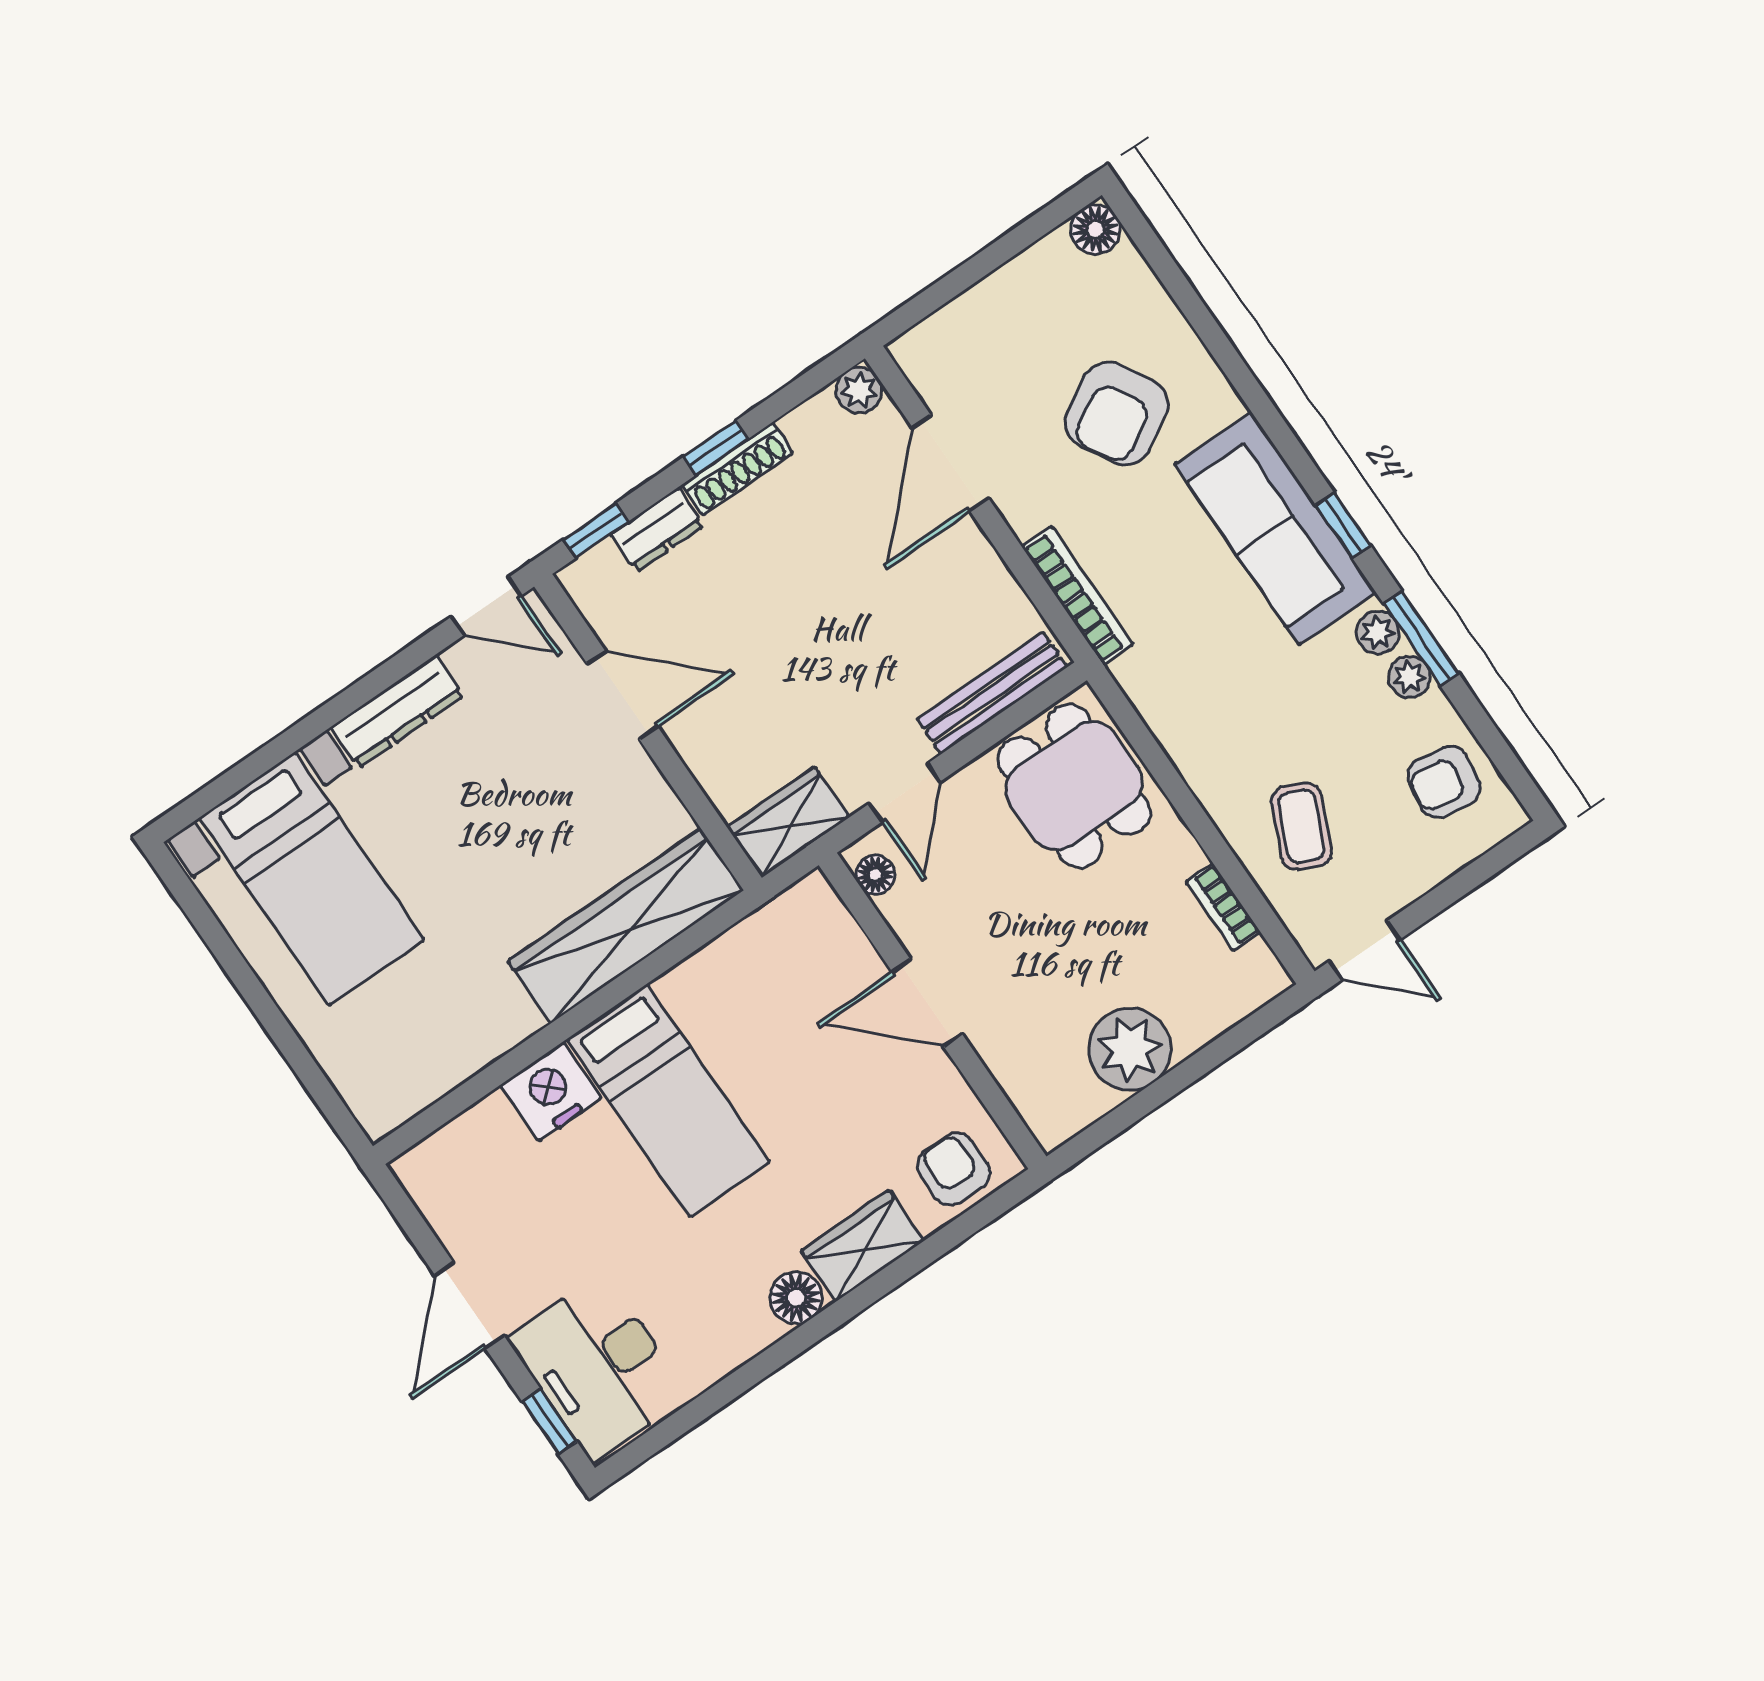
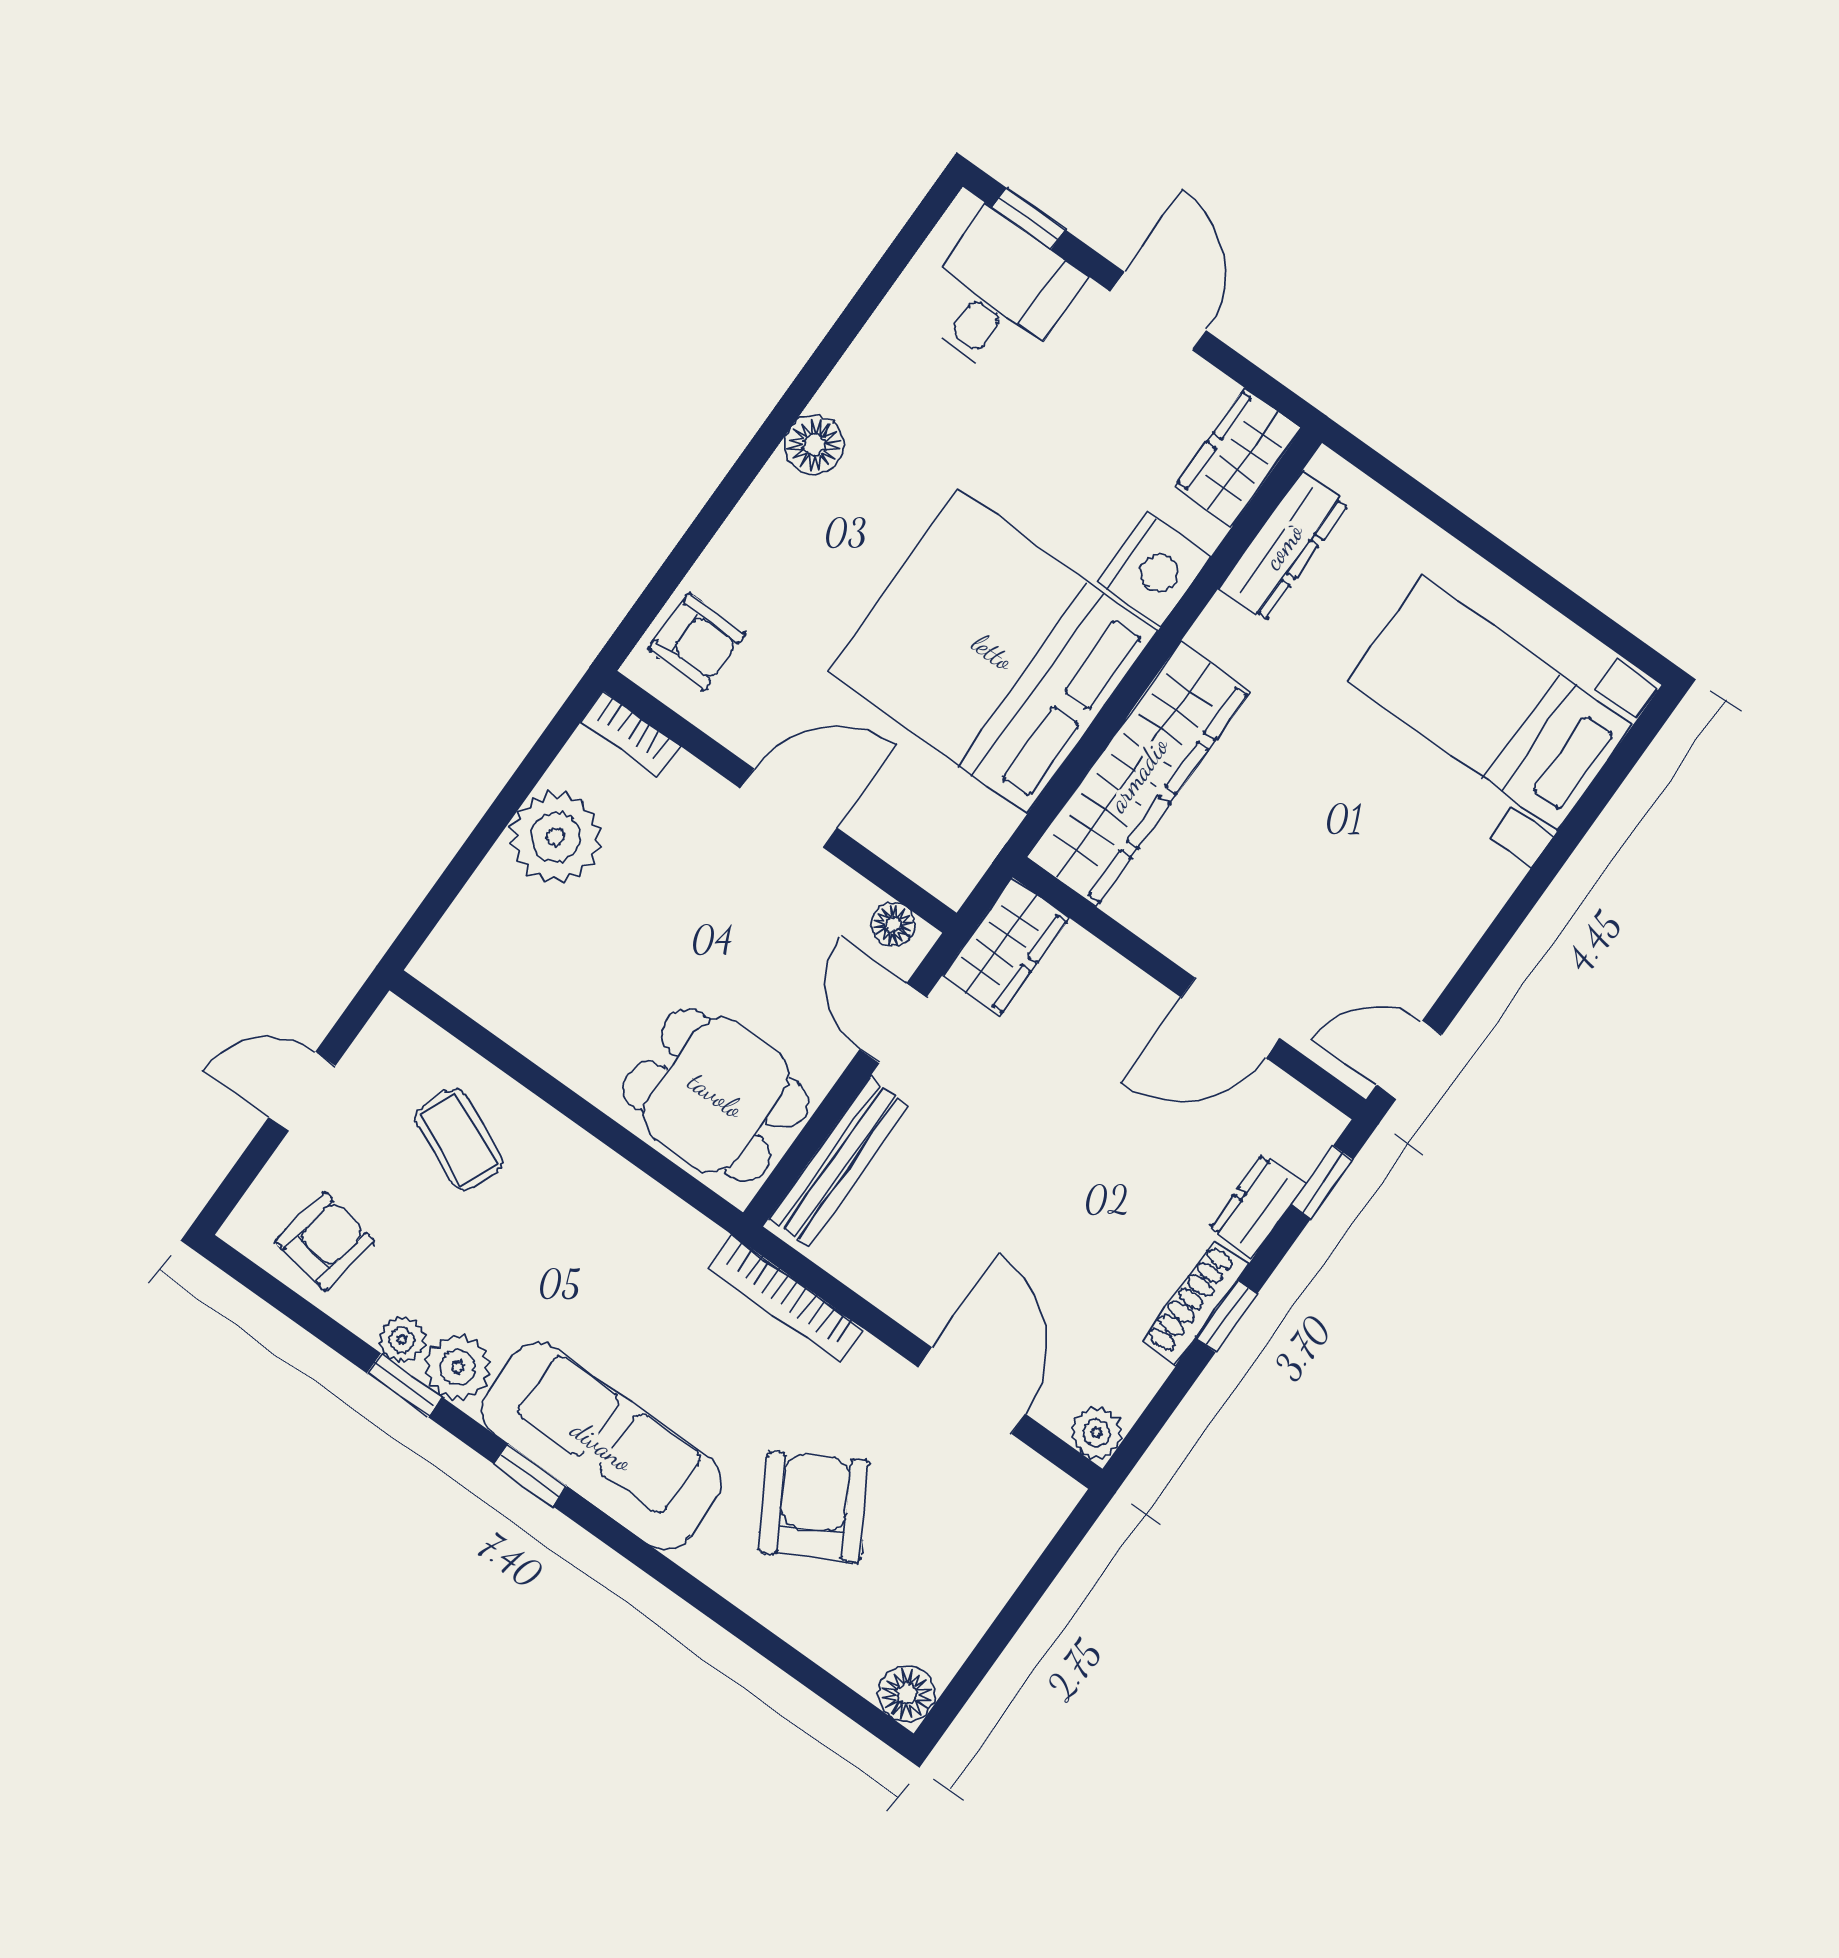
plant: (1378, 632) -> (458, 1367), width x1.38, depth x1.38
window: (1421, 638) -> (405, 1385), width x0.67
dresser: (397, 712) -> (1283, 546), moved, turned 180
bookcase: (1223, 907) -> (631, 734), moved, turned 180
door: (1365, 950) -> (302, 1092), moved
bed: (668, 1101) -> (993, 652), width x2.04
wardrobe: (862, 1246) -> (1238, 457), moved, turned 180
desk: (598, 1367) -> (998, 295), width x0.73

